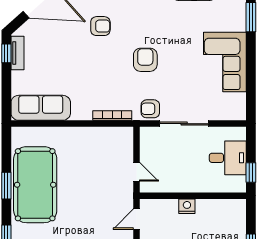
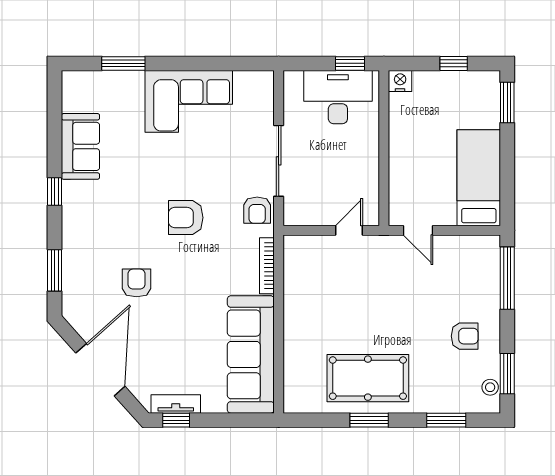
sofa: (41, 108) -> (251, 354), width x1.36, depth x1.27
desk: (228, 158) -> (338, 97), width x1.37
pool table: (35, 185) -> (368, 378), width x0.73, depth x0.76
nightstand: (187, 206) -> (400, 81), moved, turned 90

